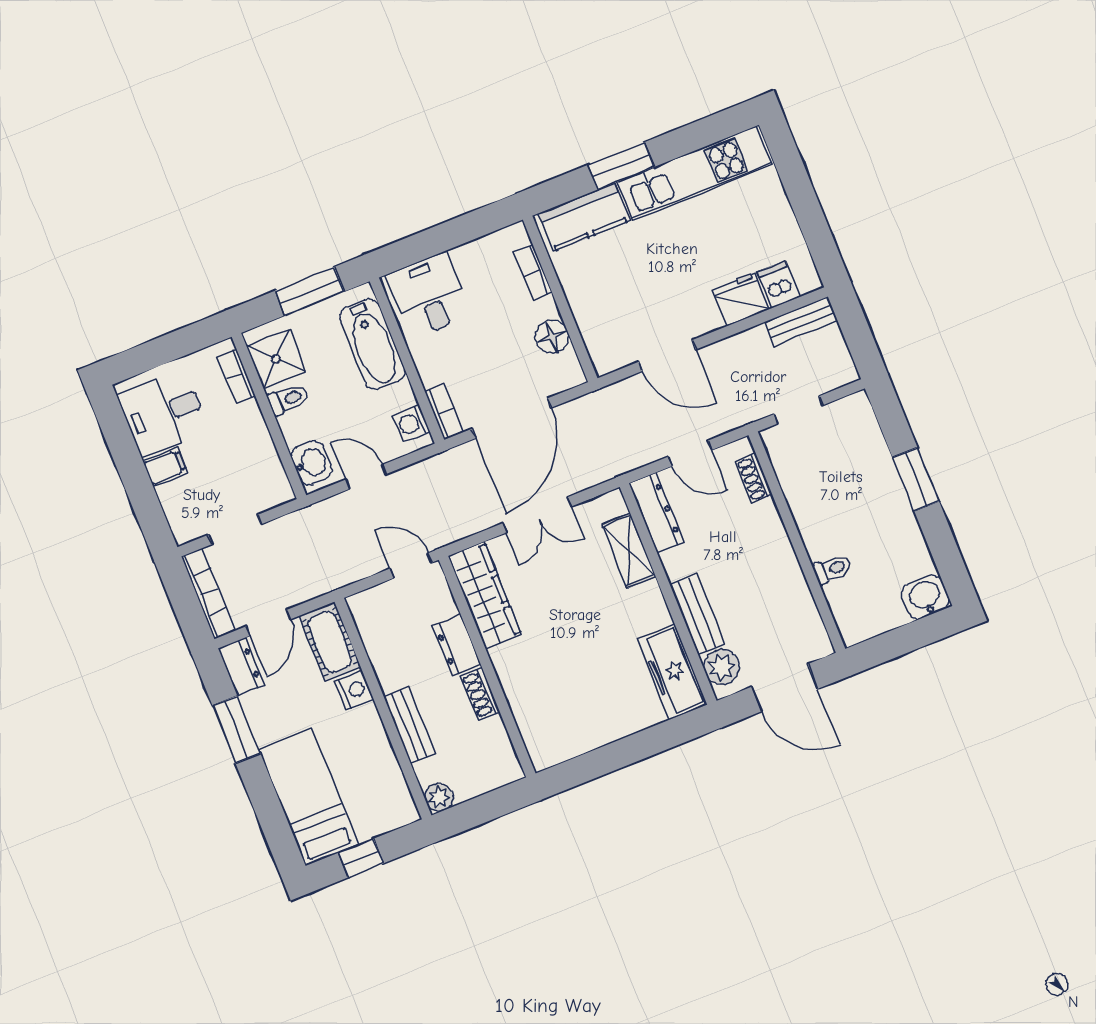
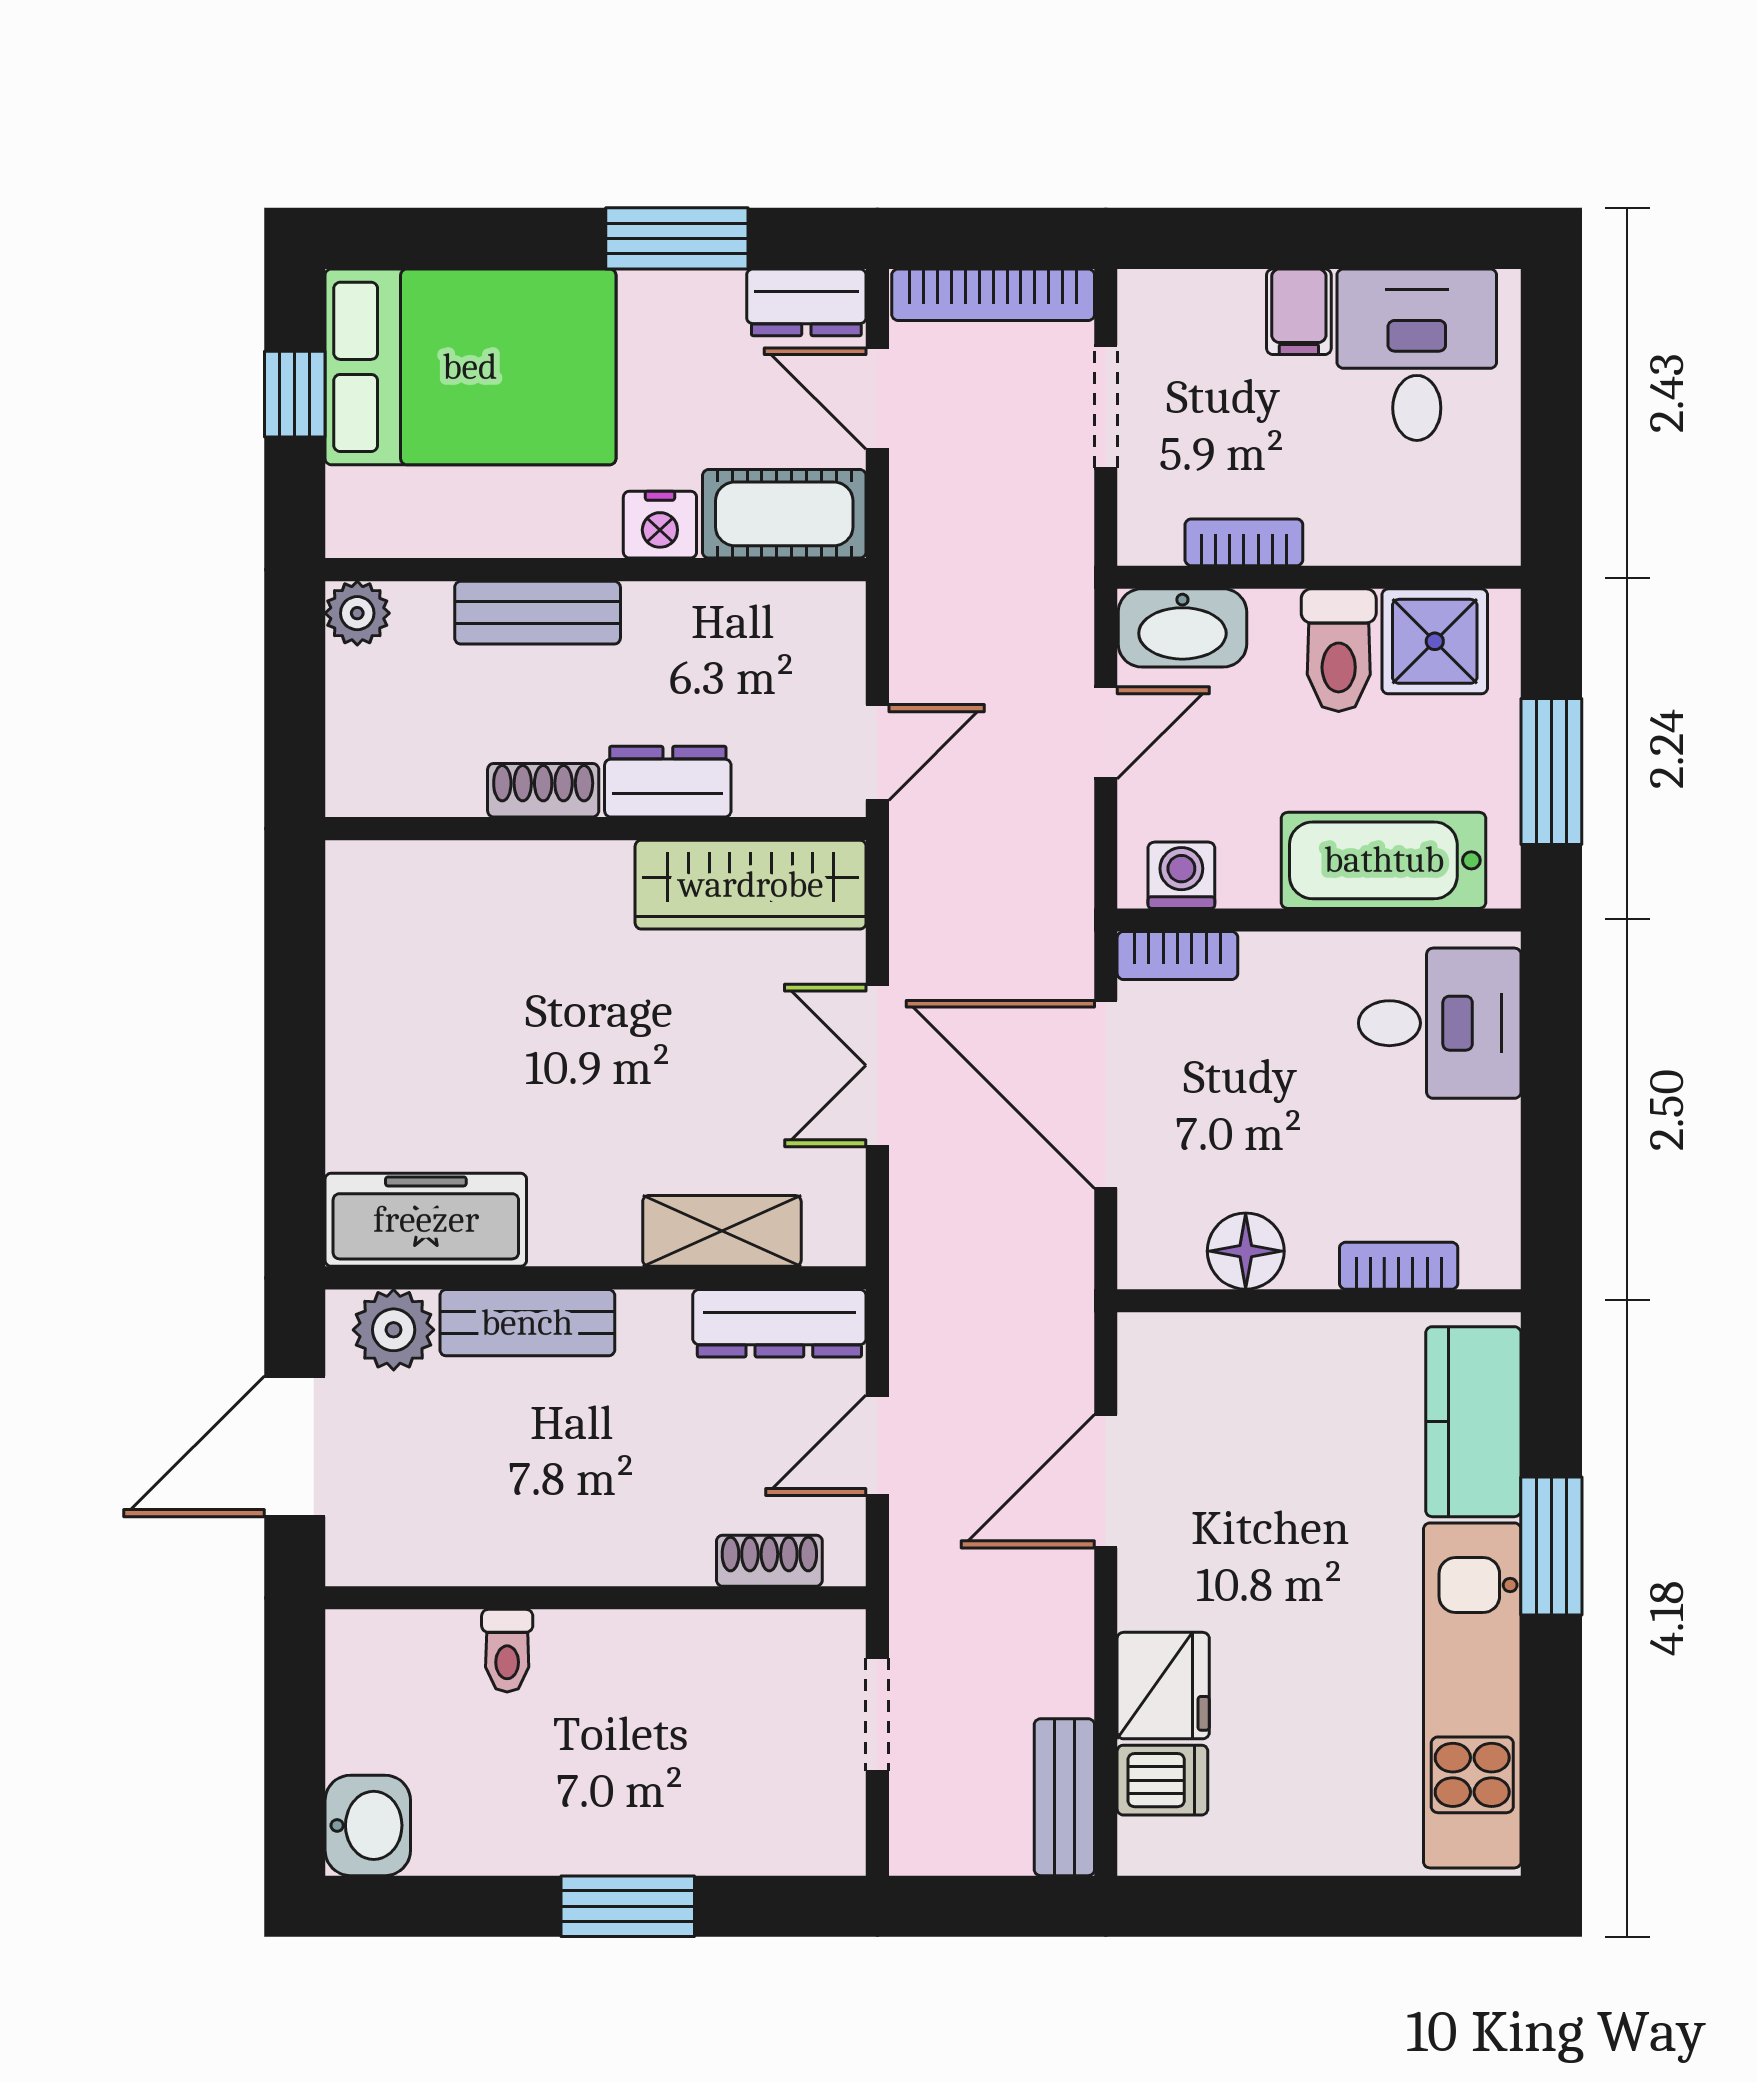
bookcase: (237, 376) -> (1244, 542), moved
toilet: (288, 399) -> (1339, 650), width x1.37, depth x1.39
washbasin: (311, 463) -> (1182, 628), width x1.38
bed: (308, 797) -> (470, 367), width x1.50

